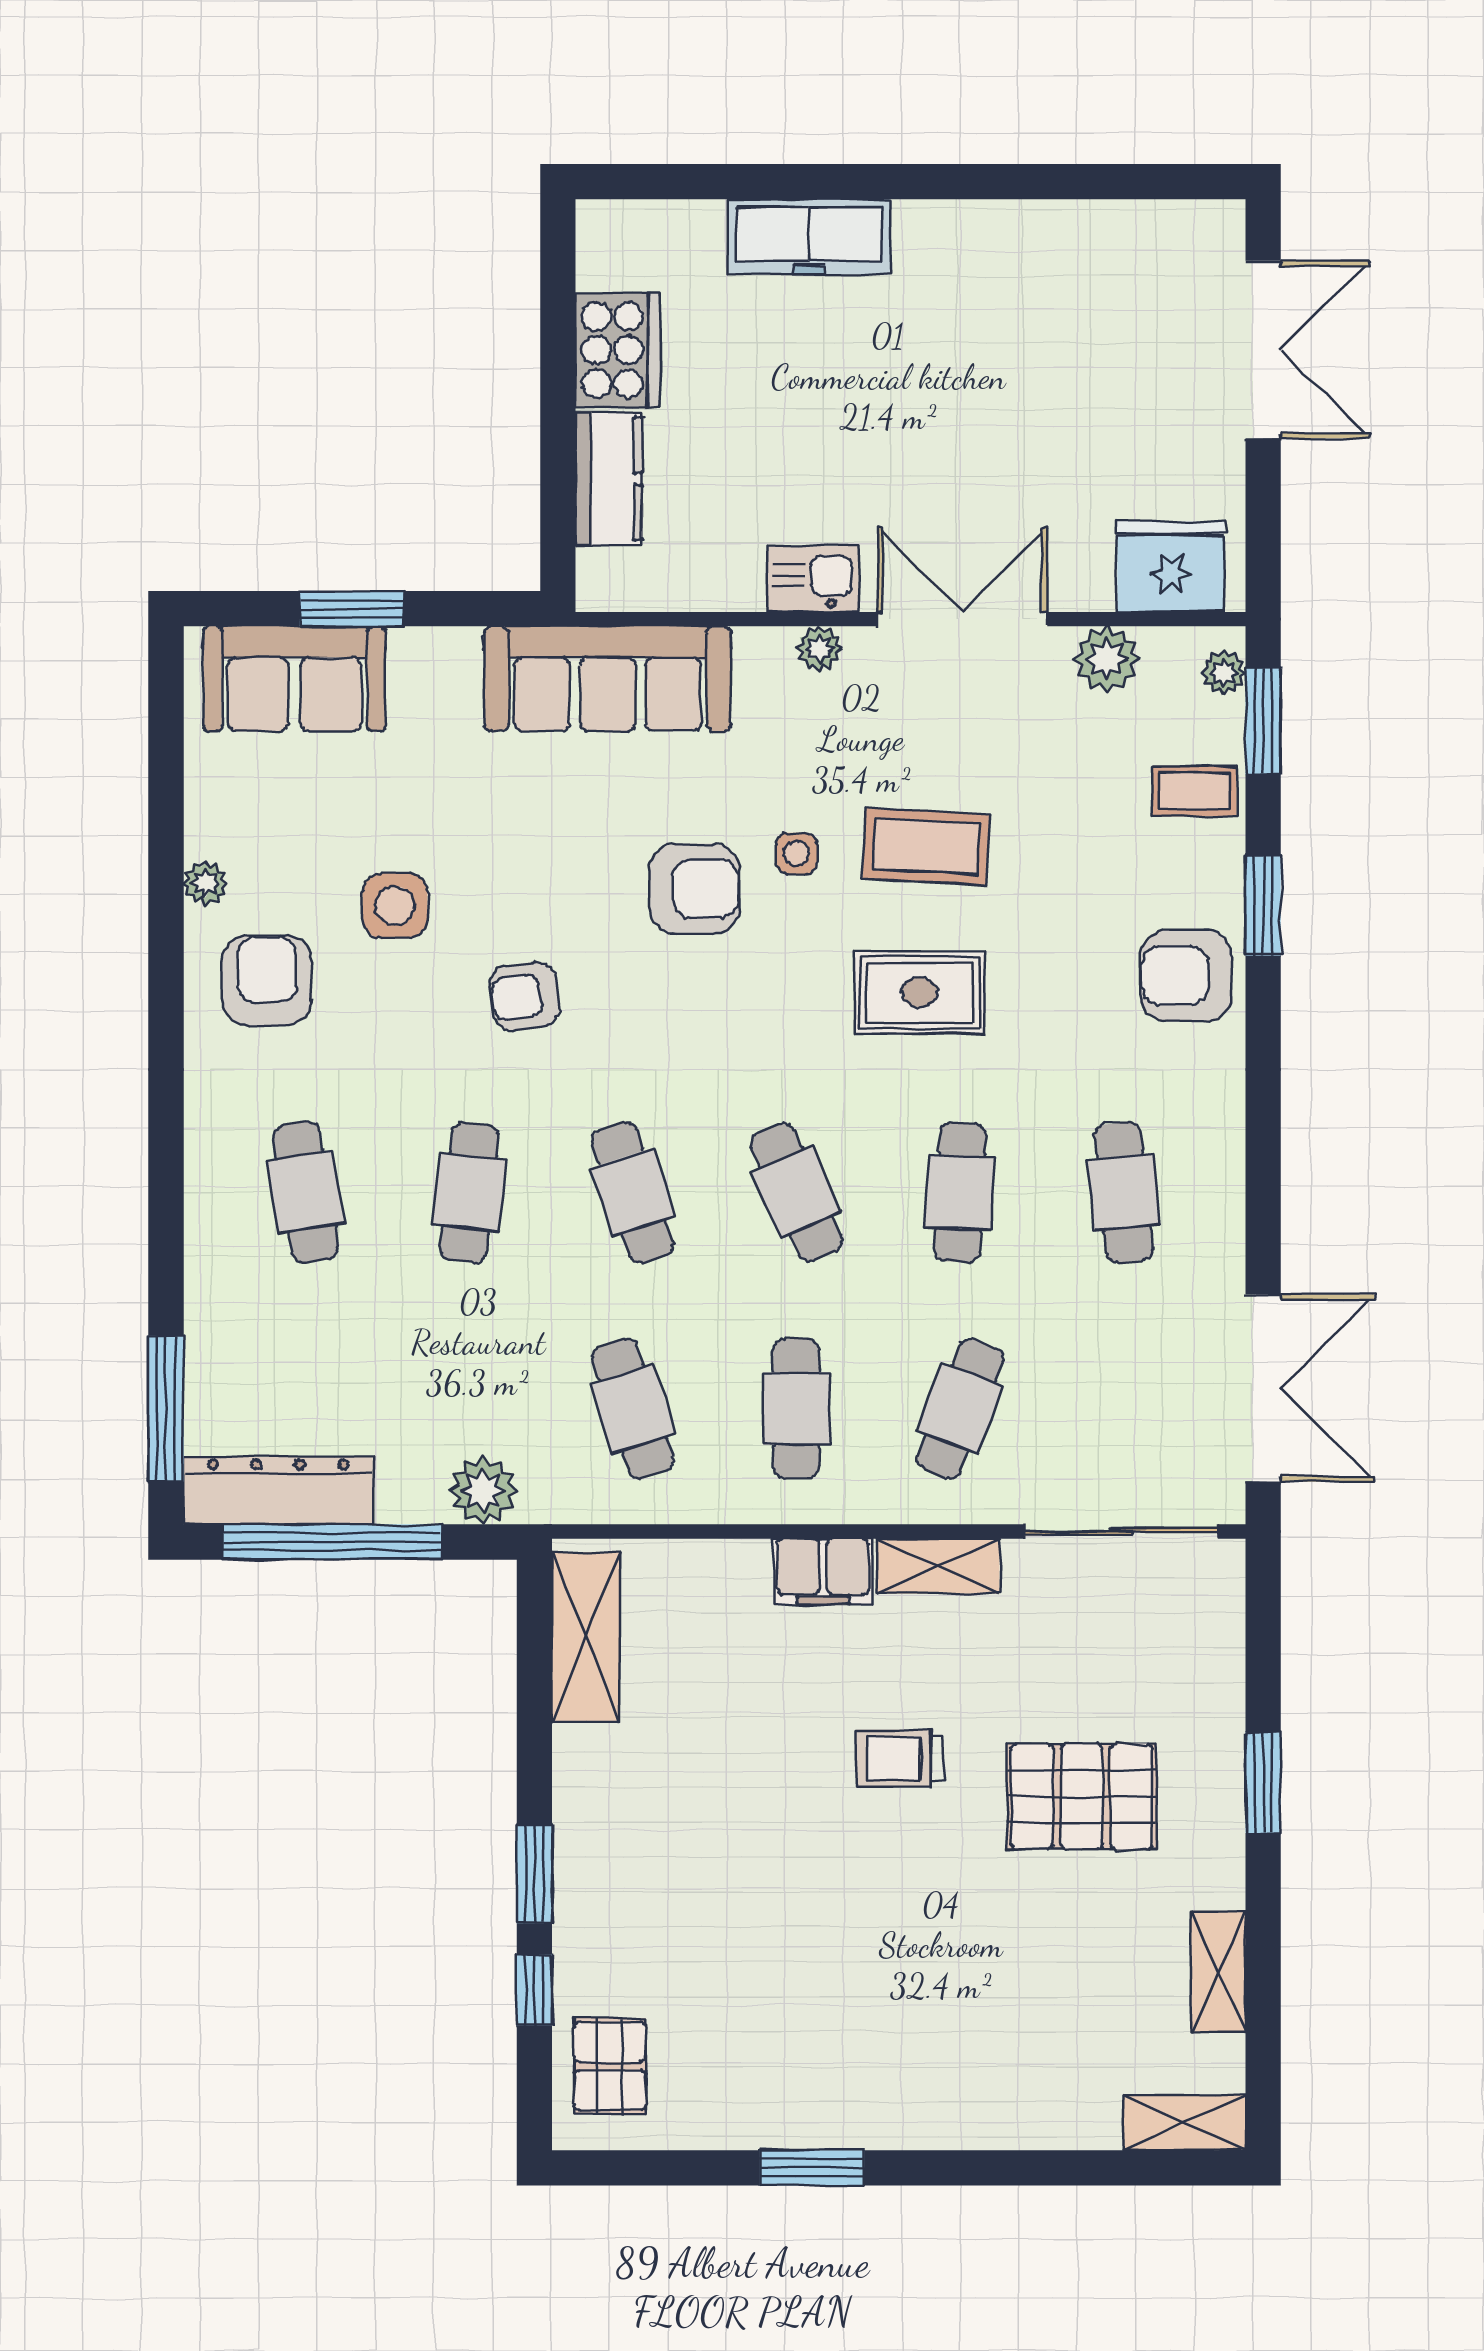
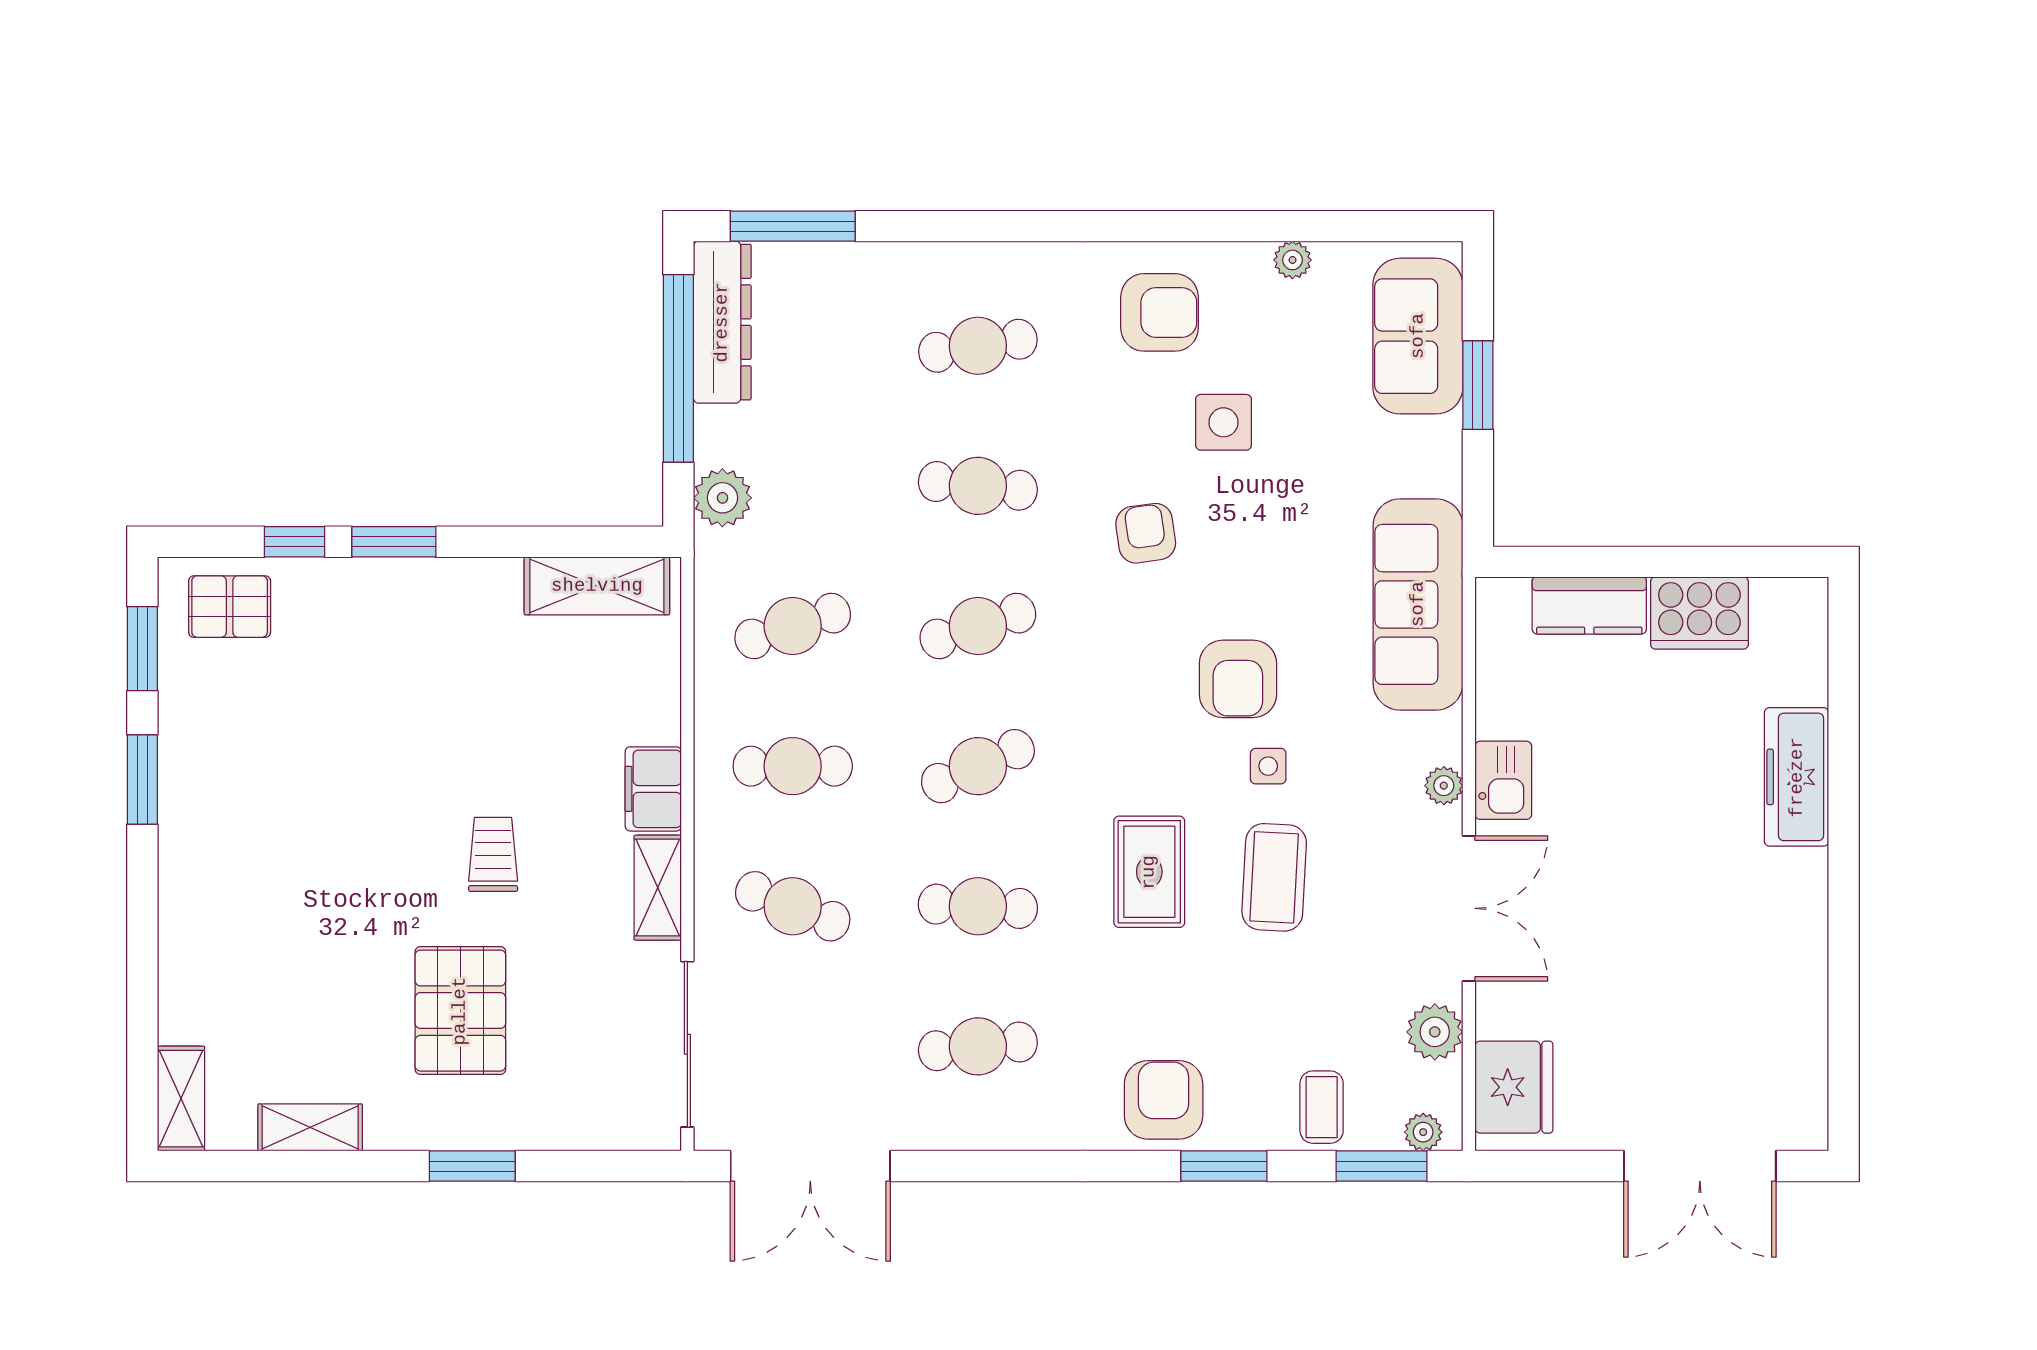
plant: (205, 883) -> (1292, 260), moved
window: (659, 2168) -> (142, 649), added

